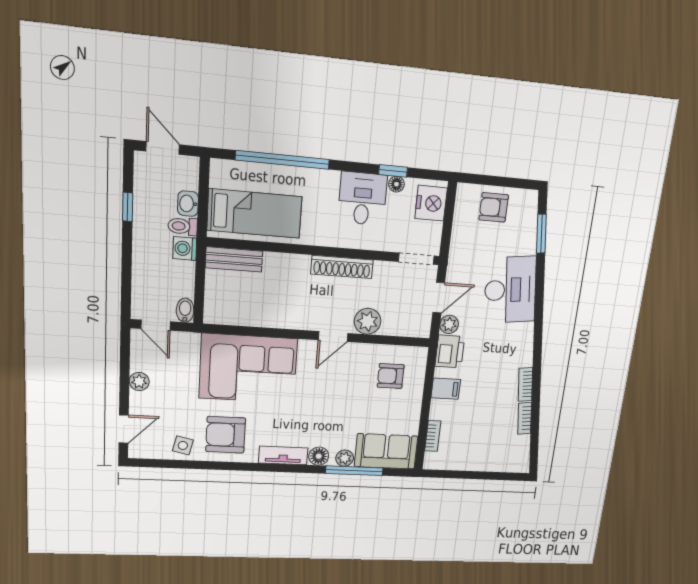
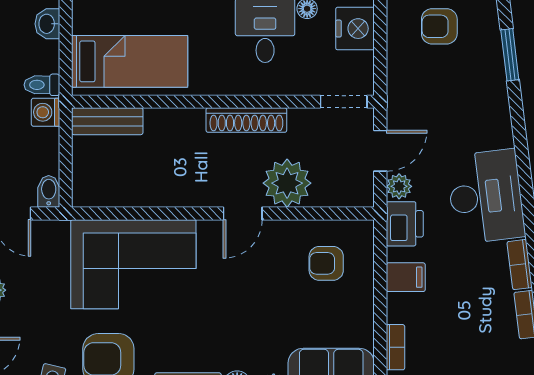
washbasin: (188, 204) -> (47, 24), moved
desk: (510, 290) -> (486, 197), moved
plant: (368, 321) -> (287, 183), width x1.36, depth x1.36

